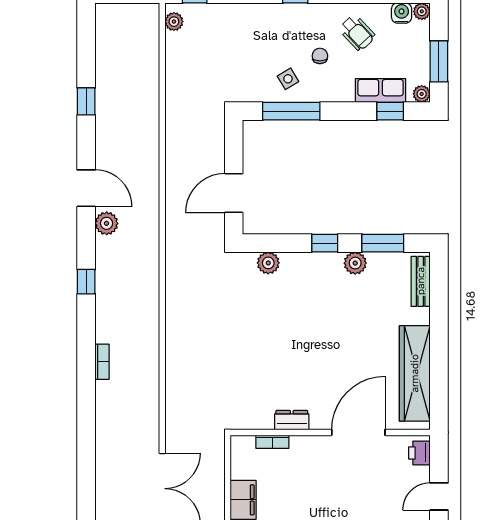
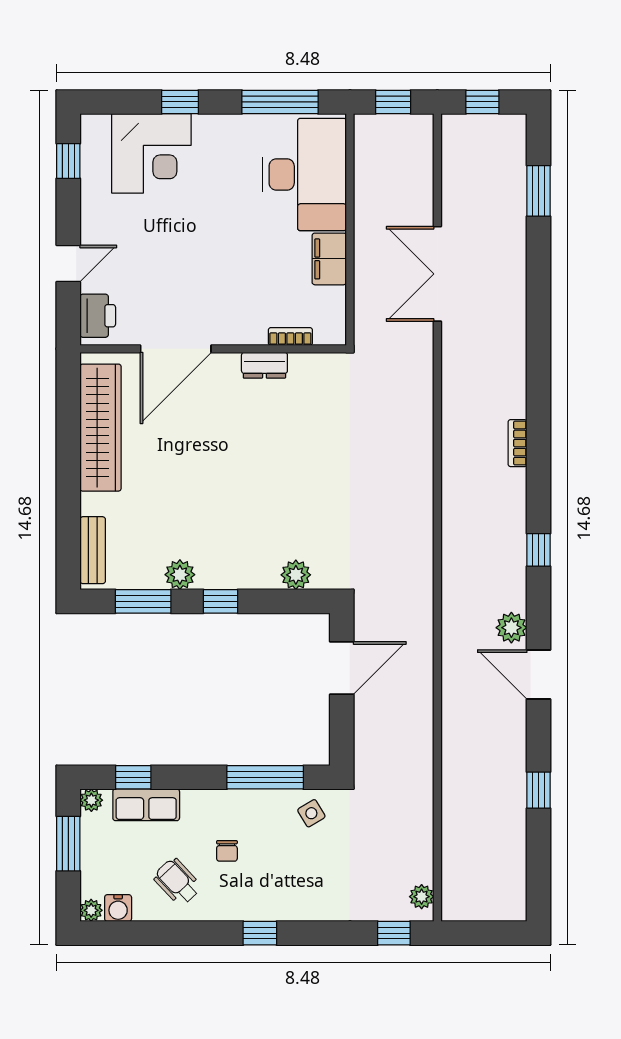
side table: (288, 79) -> (311, 813), moved
printer: (419, 453) -> (98, 316), width x1.36, depth x1.24

